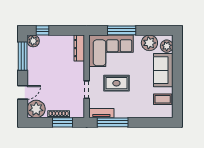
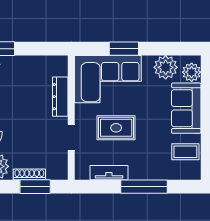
window: (122, 30) -> (124, 49), width x0.69
dresser: (79, 48) -> (60, 97), moved
tv unit: (101, 113) -> (109, 173), moved
window: (113, 122) -> (144, 187), moved

